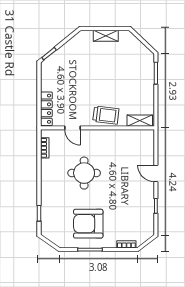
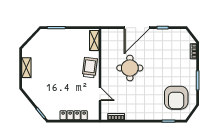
locker: (46, 109) -> (74, 115), moved
door: (73, 128) -> (100, 94), hinge flipped
round table: (84, 173) -> (130, 68), moved
door: (156, 173) -> (137, 28), width x1.87
armchair: (88, 224) -> (176, 98), moved

